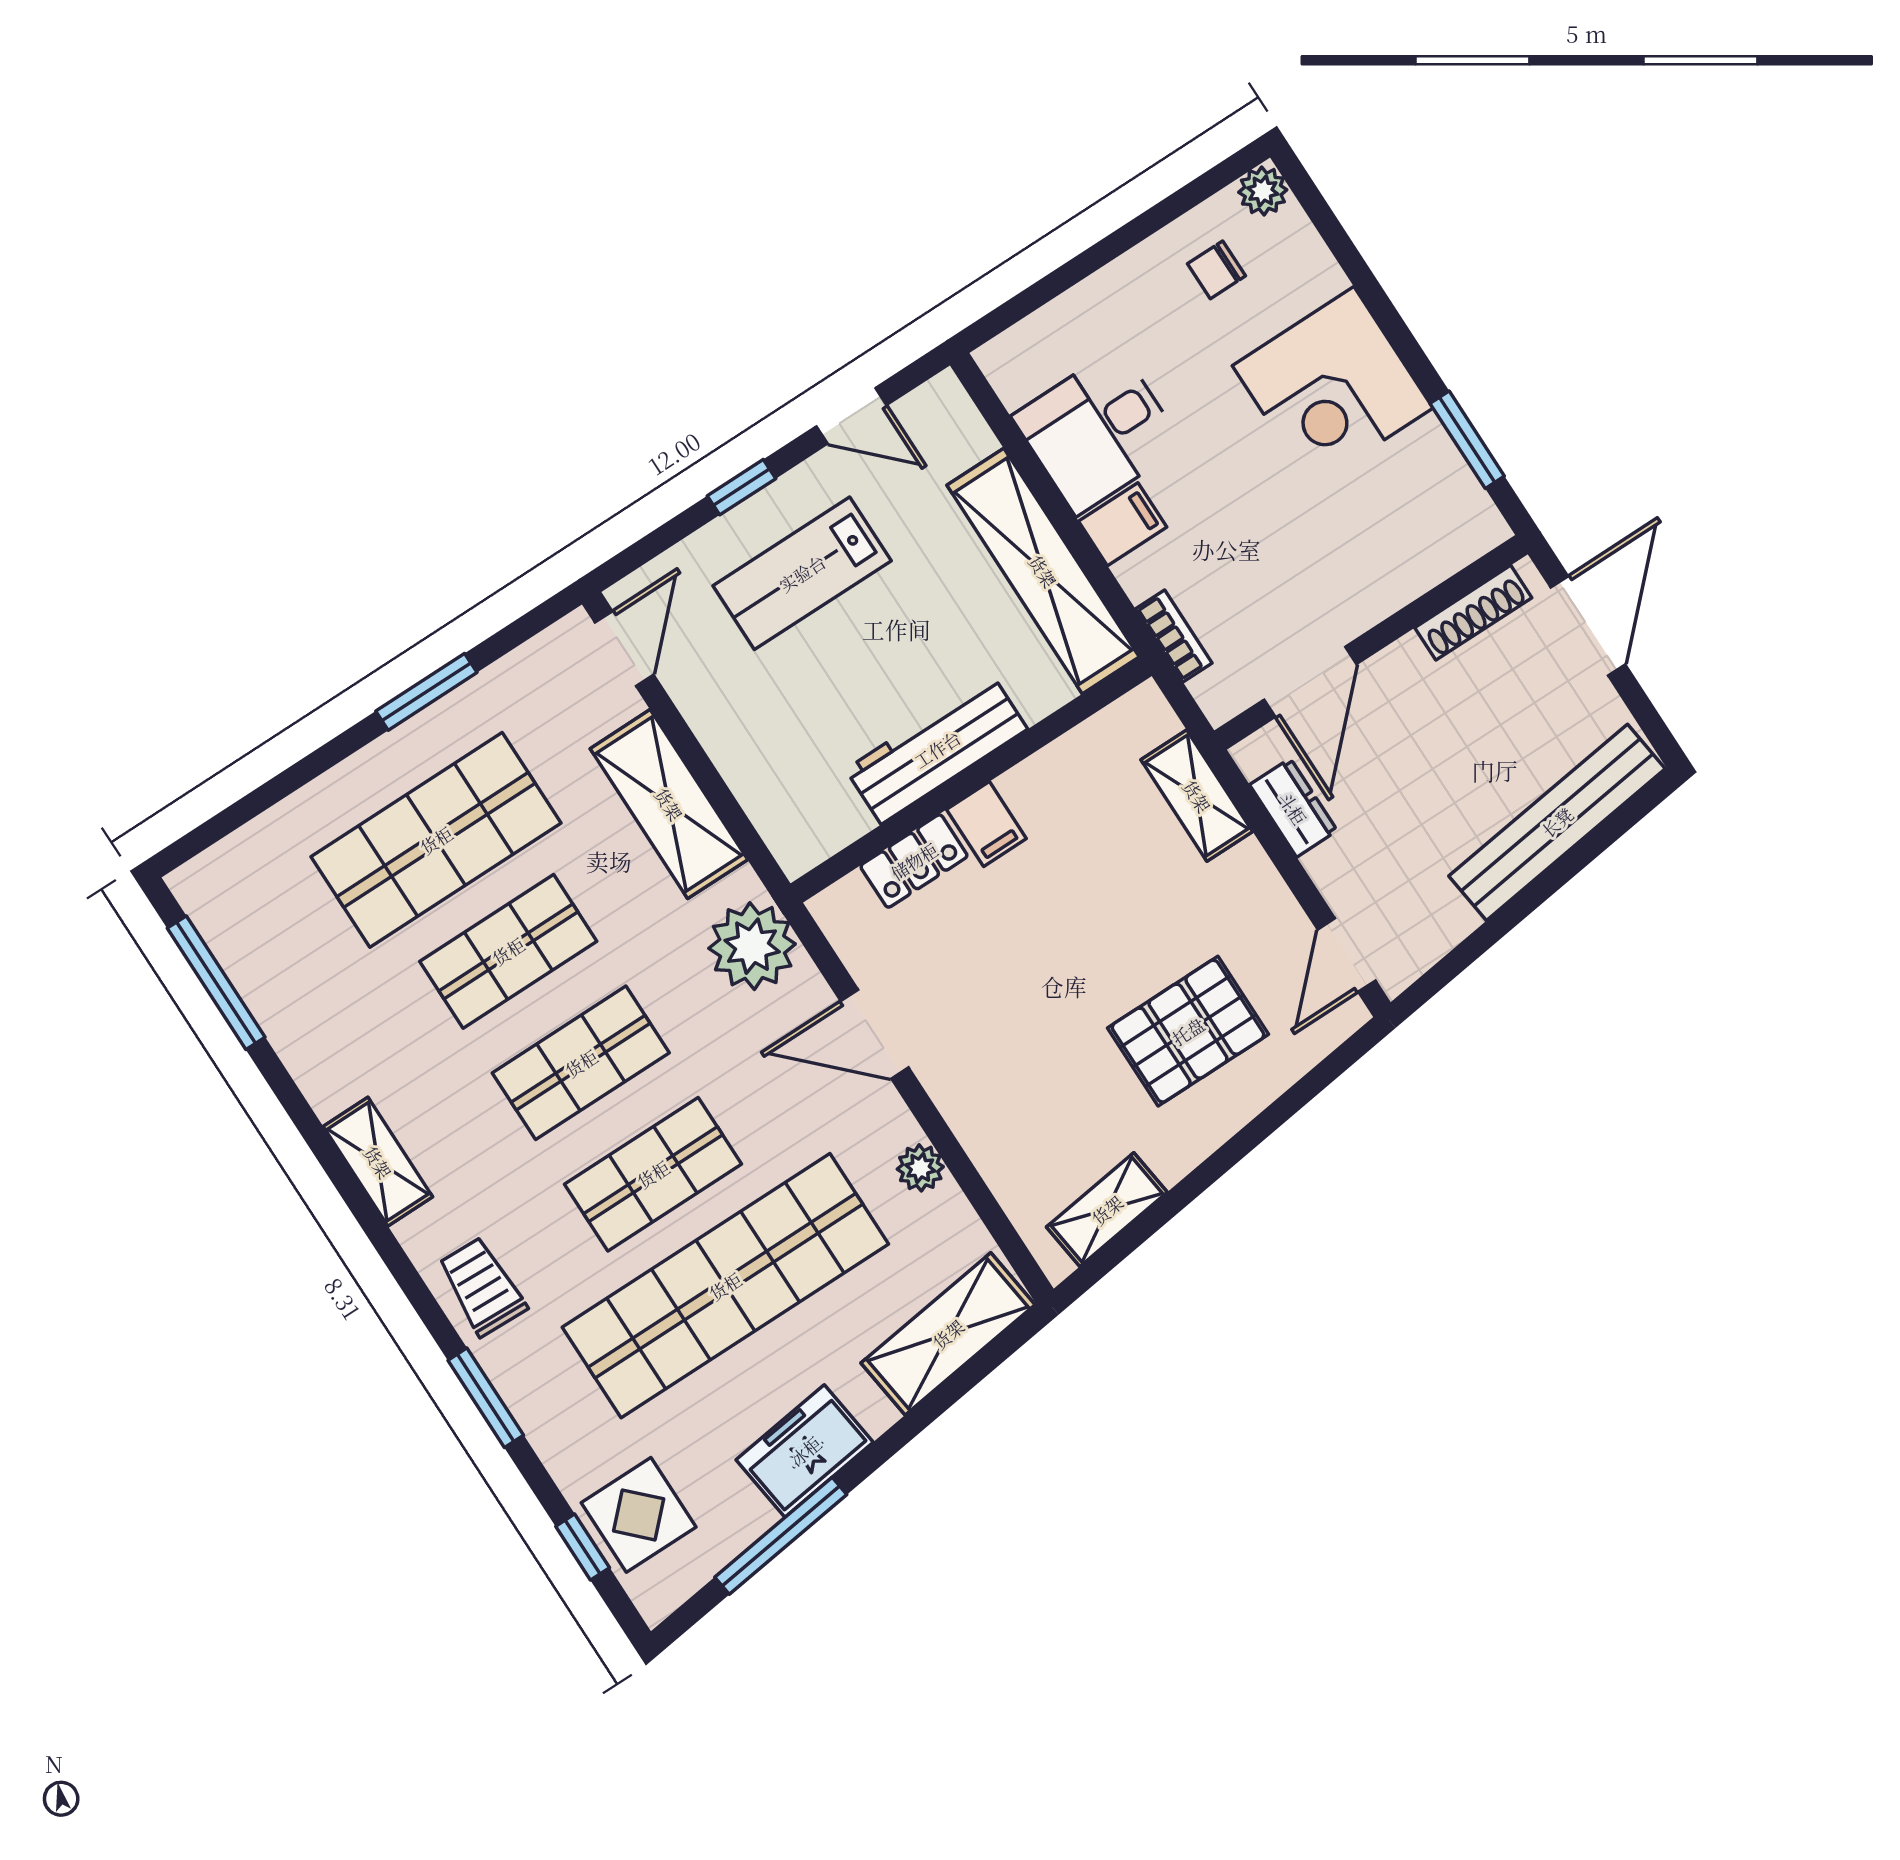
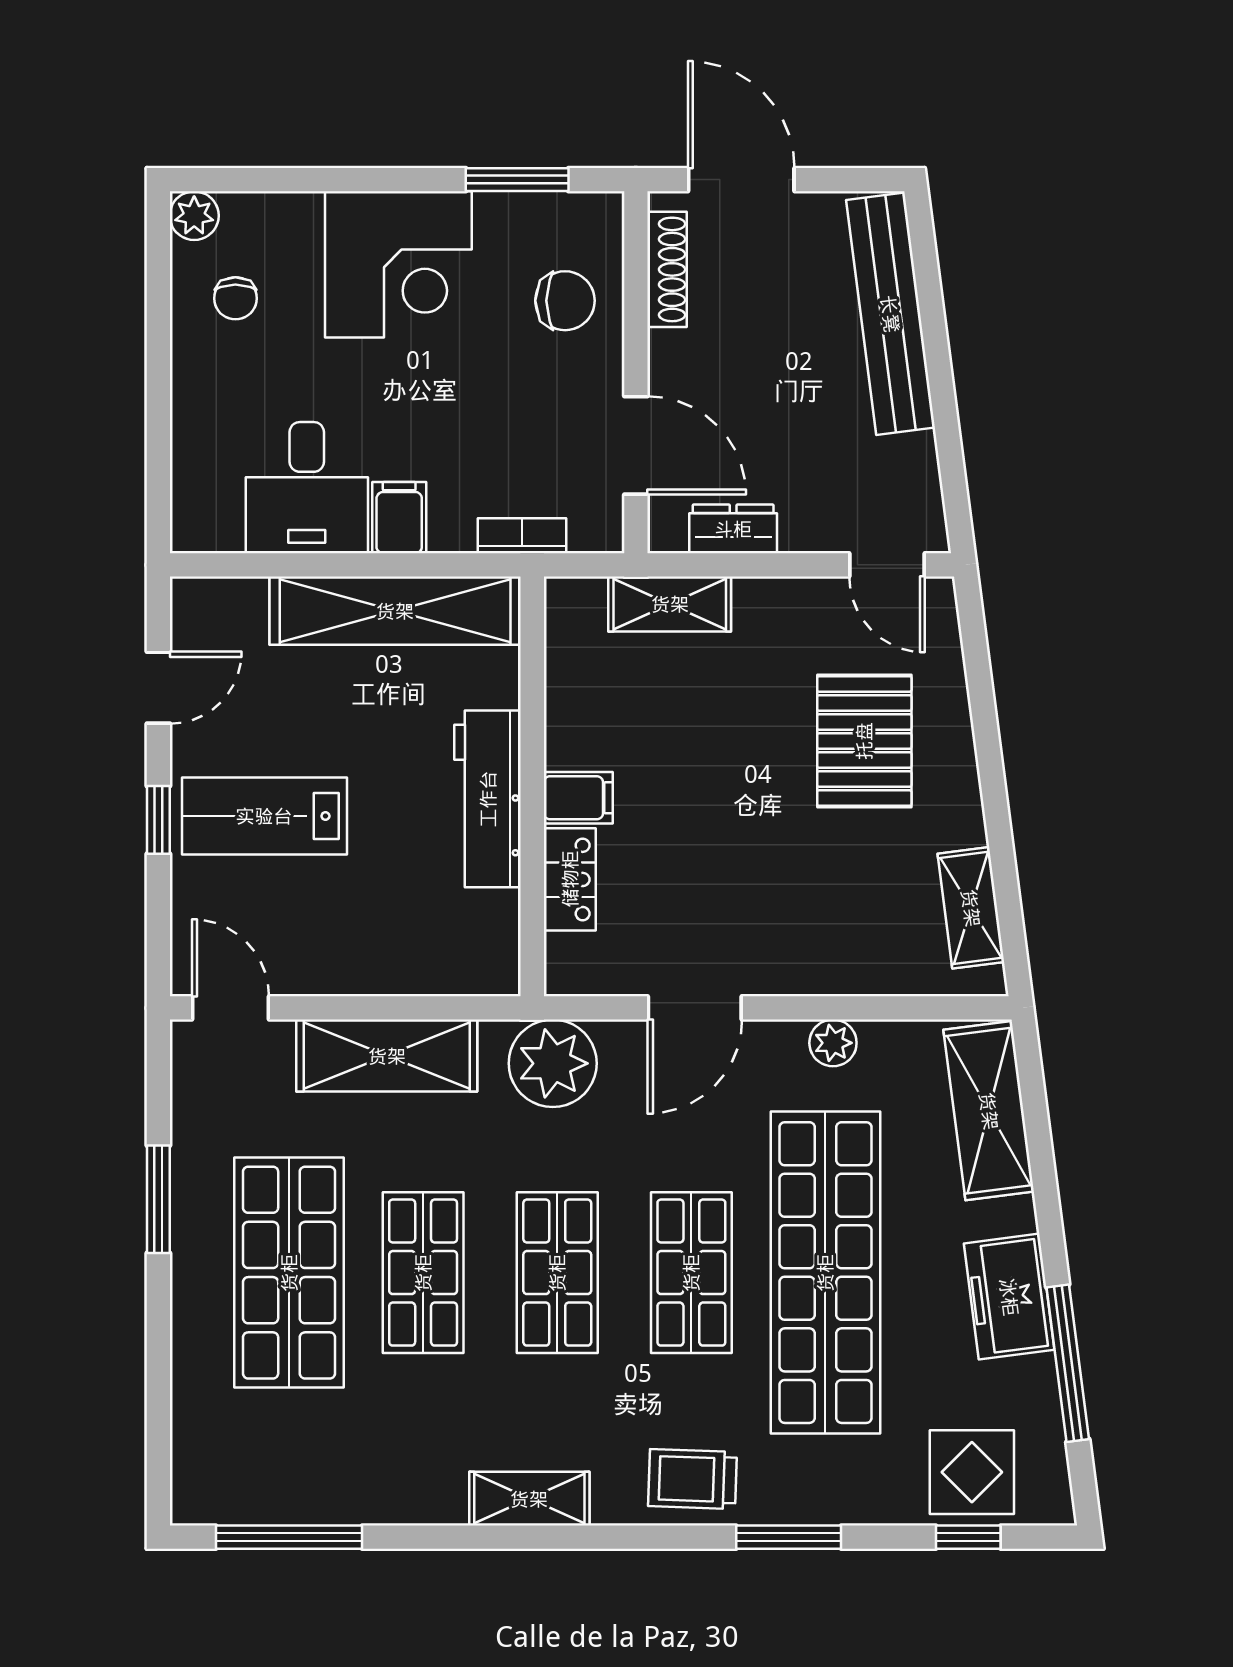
chair: (1392, 545) -> (565, 301), added
lab bench: (802, 573) -> (264, 816), turned 90

